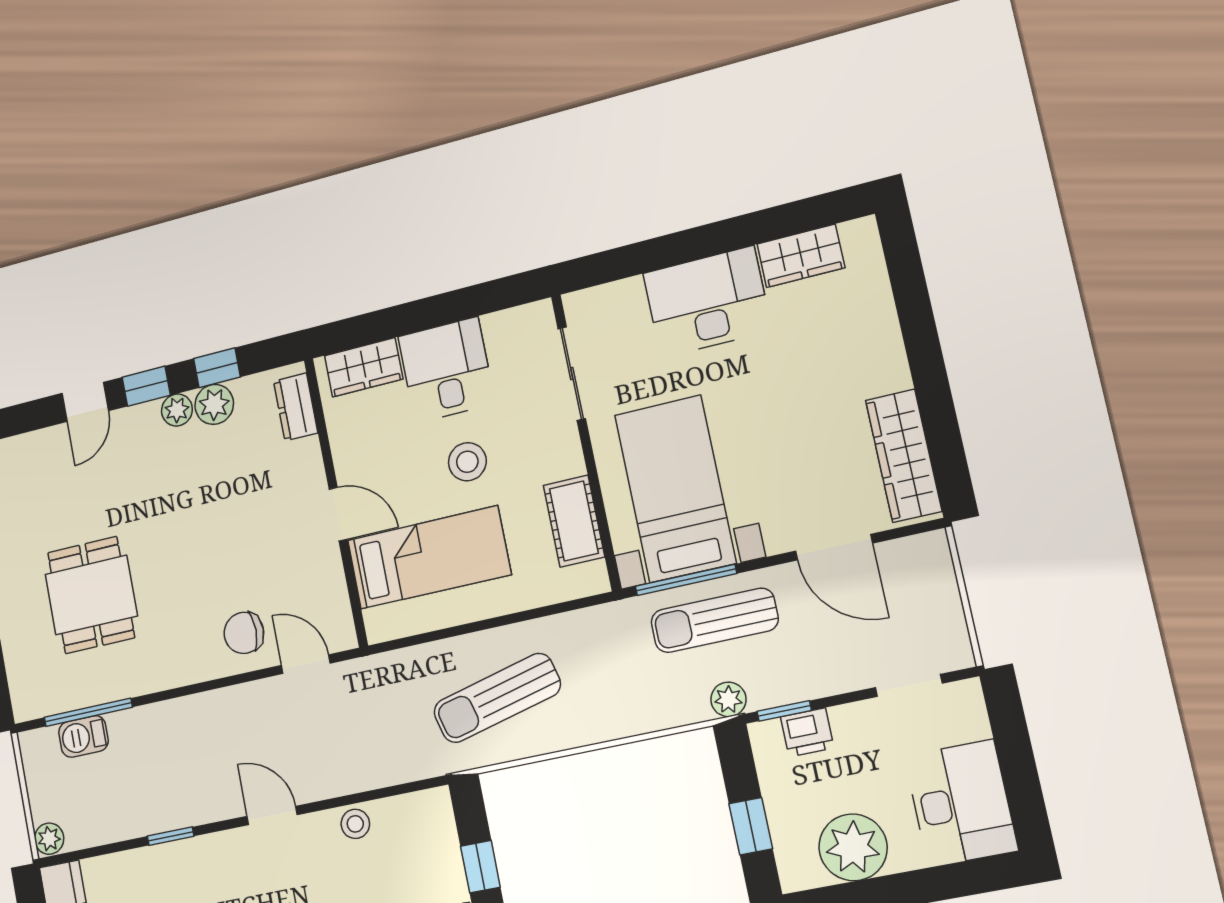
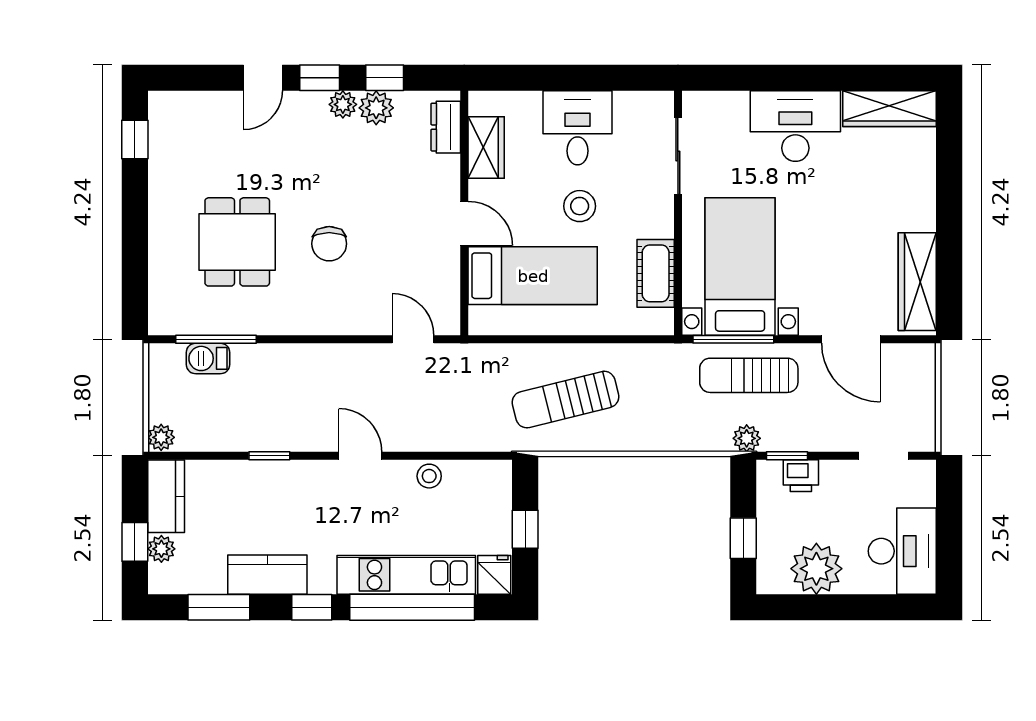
wardrobe: (801, 256) -> (890, 109), width x1.50
wardrobe: (364, 367) -> (486, 147), moved, turned -90
chair: (244, 633) -> (329, 244), moved, turned -90

